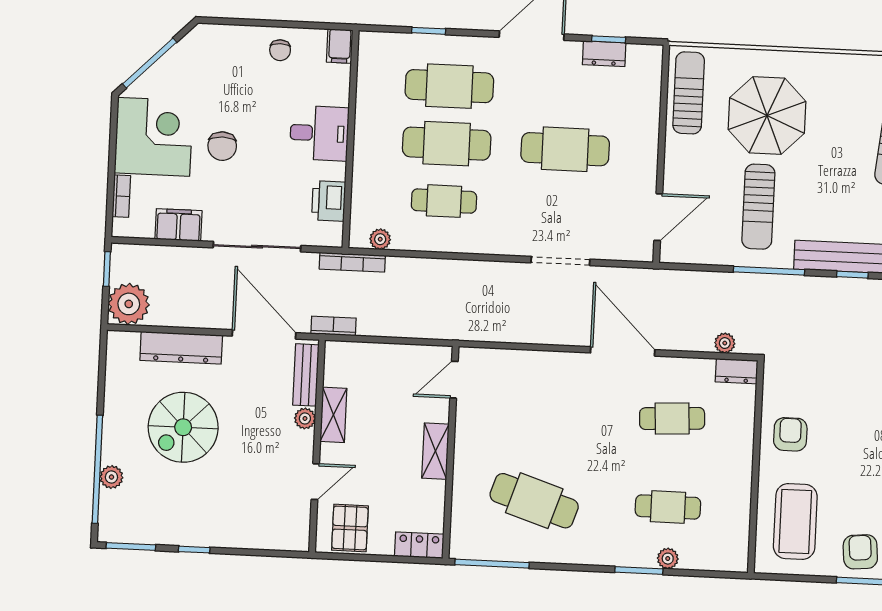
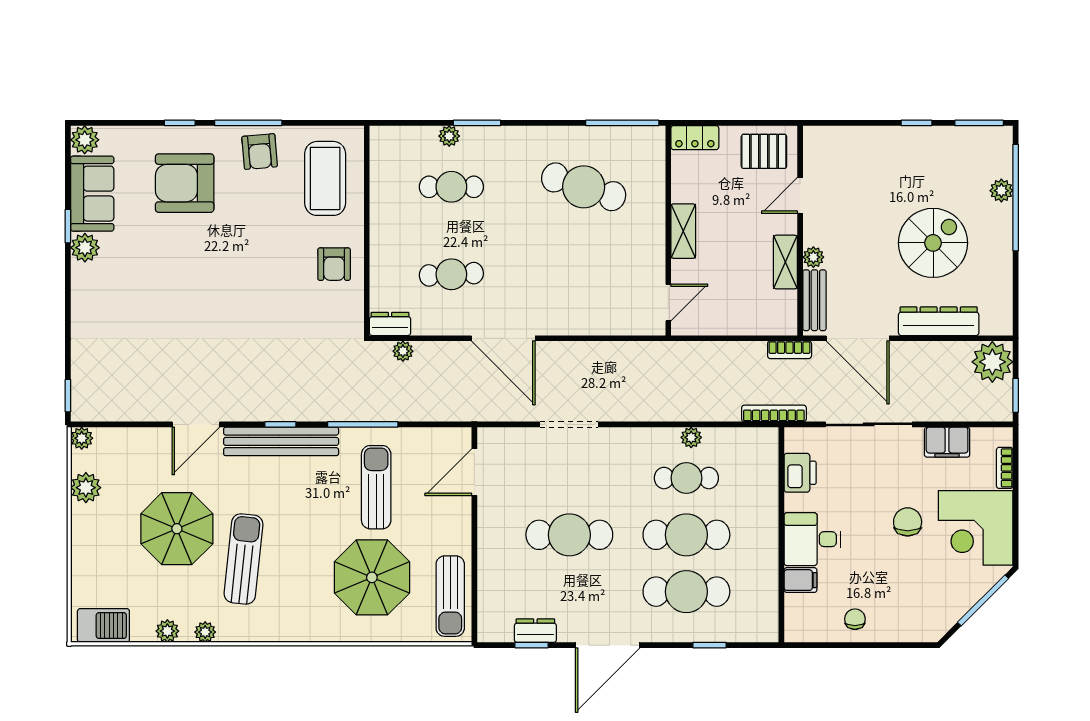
filing cabinet: (340, 46) -> (801, 580), moved, turned 90
plant: (380, 239) -> (691, 437), moved
pallet: (350, 528) -> (764, 151), turned 90

